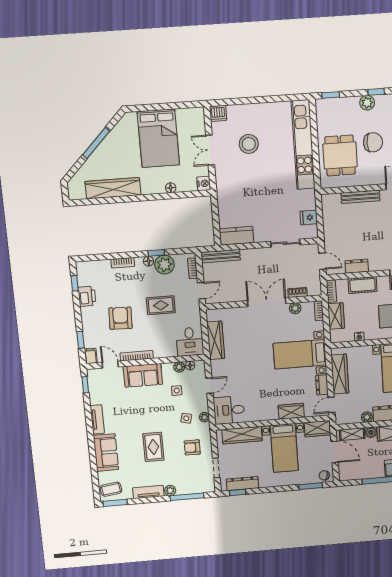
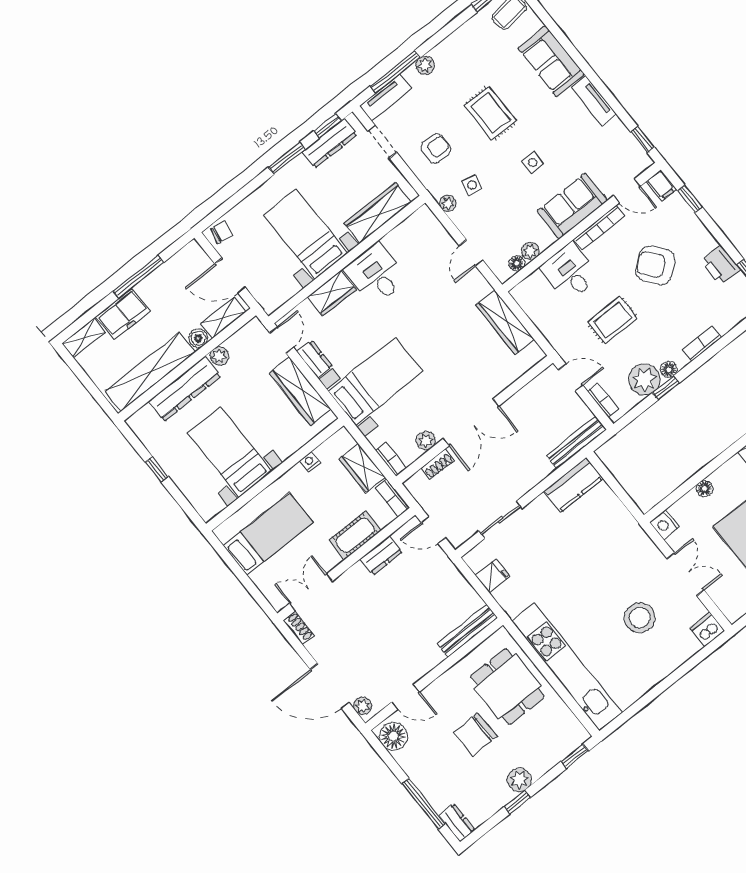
bench: (360, 197) -> (467, 631), moved
door: (201, 291) -> (571, 378), swing flipped
armchair: (120, 318) -> (655, 265), turned 140
desk: (190, 342) -> (570, 272), moved
side table: (177, 391) -> (533, 163), moved
desk: (229, 410) -> (376, 274), moved, turned -90
wardrobe: (318, 429) -> (278, 293), removed
window: (311, 486) -> (287, 158), moved
tv unit: (148, 492) -> (386, 98), moved

